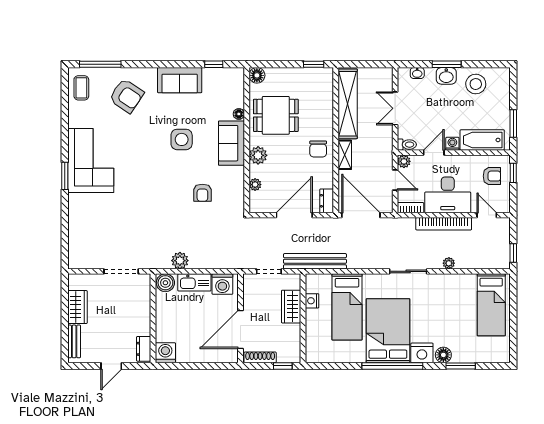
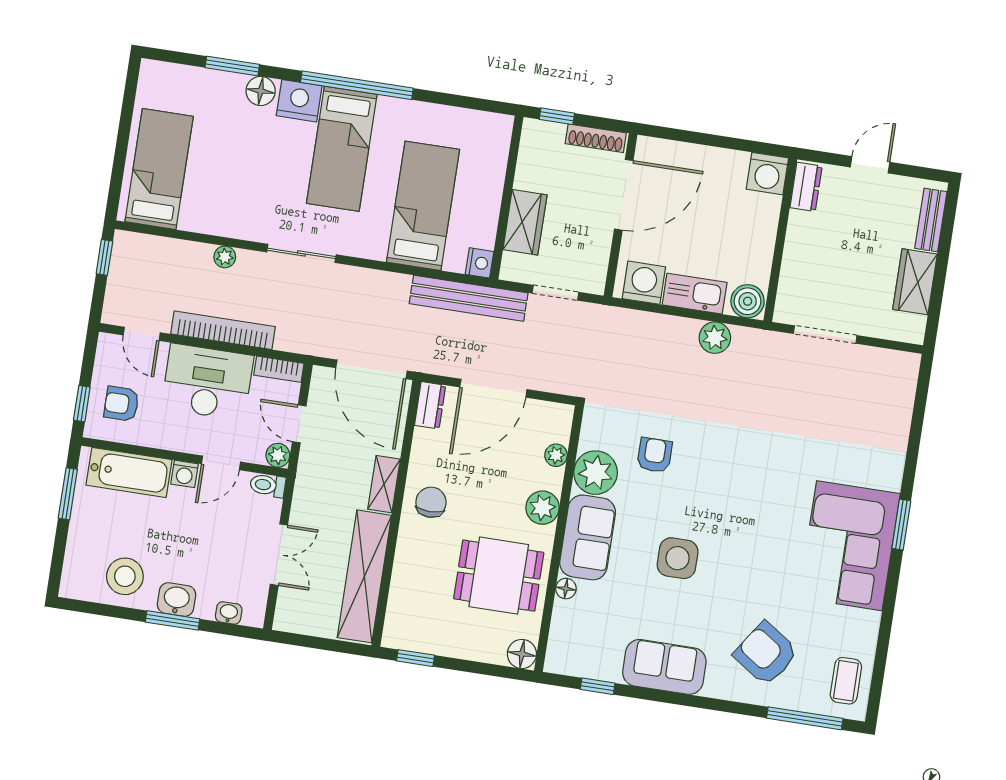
plant: (233, 179) -> (596, 473), added
nightstand: (312, 301) -> (479, 263), moved
bed: (388, 331) -> (342, 149), width x0.67

